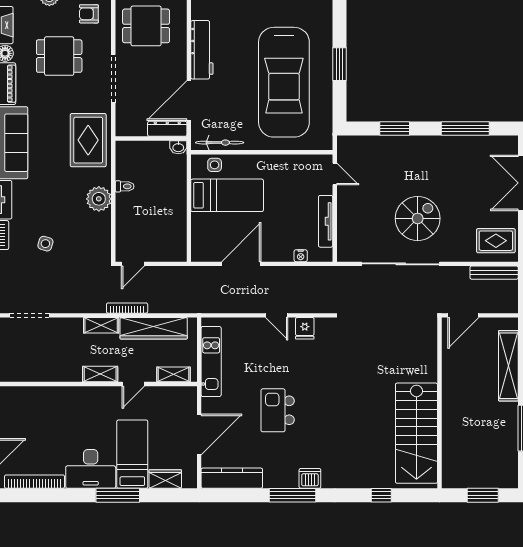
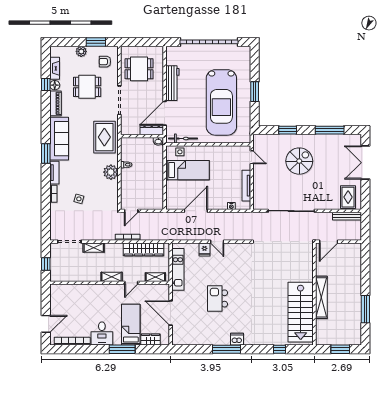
spiral stairs: (418, 218) -> (299, 161), moved
rug: (496, 241) -> (348, 197), turned 90
shelving: (101, 325) -> (94, 248), moved
fridge: (305, 328) -> (204, 249), moved
shelving: (508, 366) -> (321, 297), moved
door: (199, 435) -> (171, 313), swing flipped
desk: (91, 469) -> (102, 333), width x0.73
kitchen counter: (232, 478) -> (190, 339), removed

